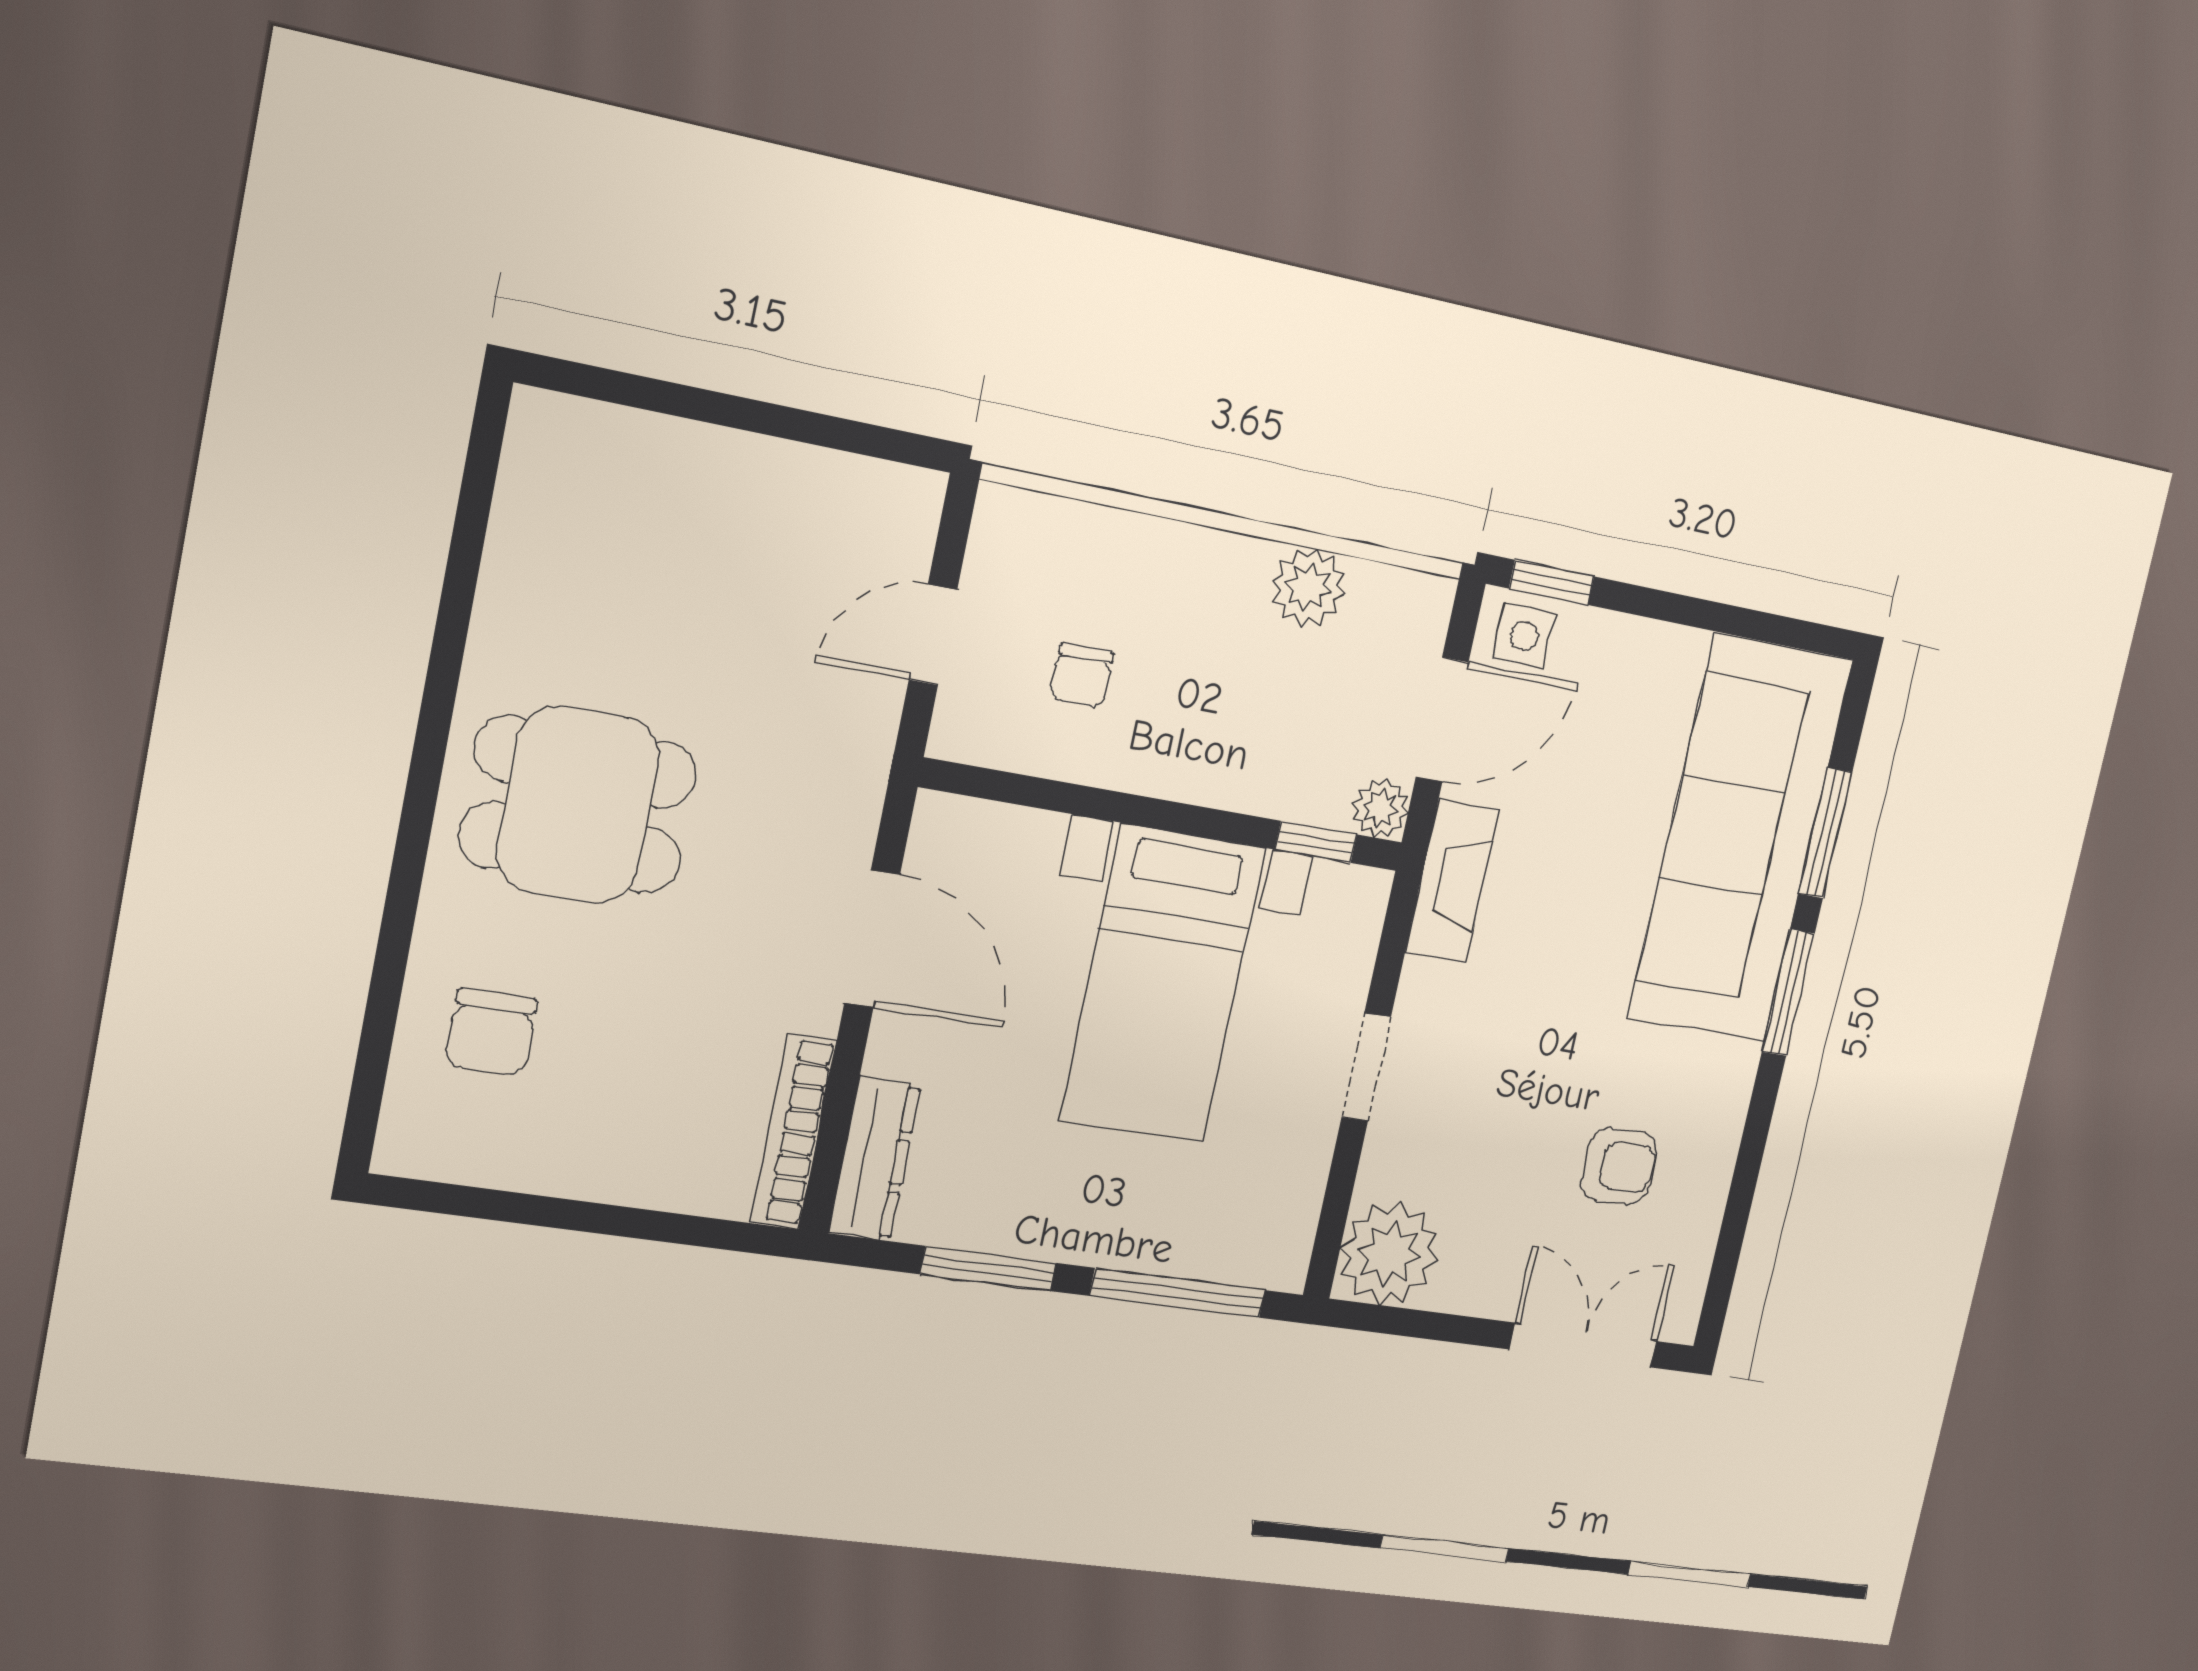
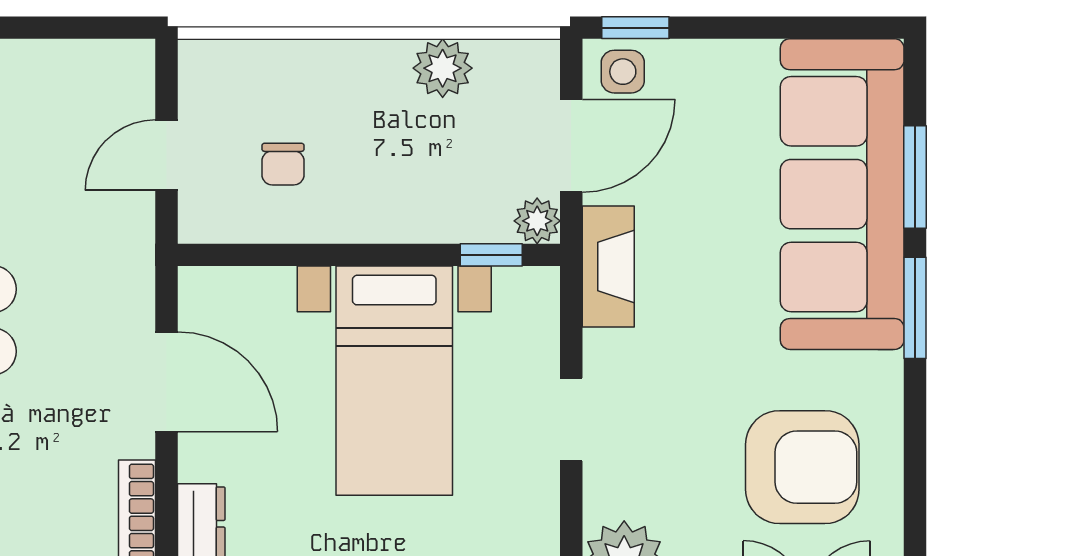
armchair: (1619, 1166) -> (802, 467), width x1.88, depth x1.88

